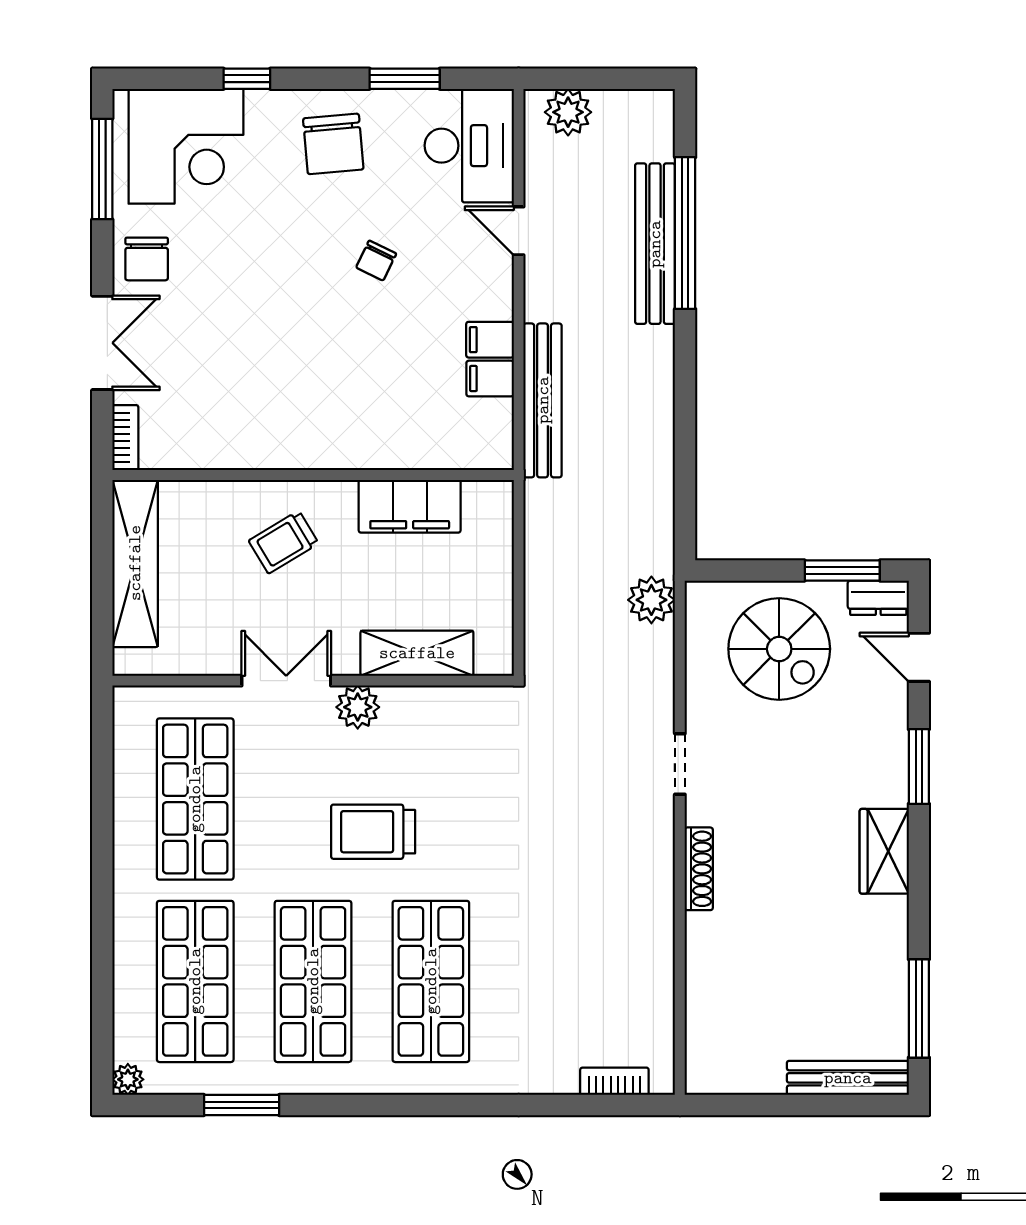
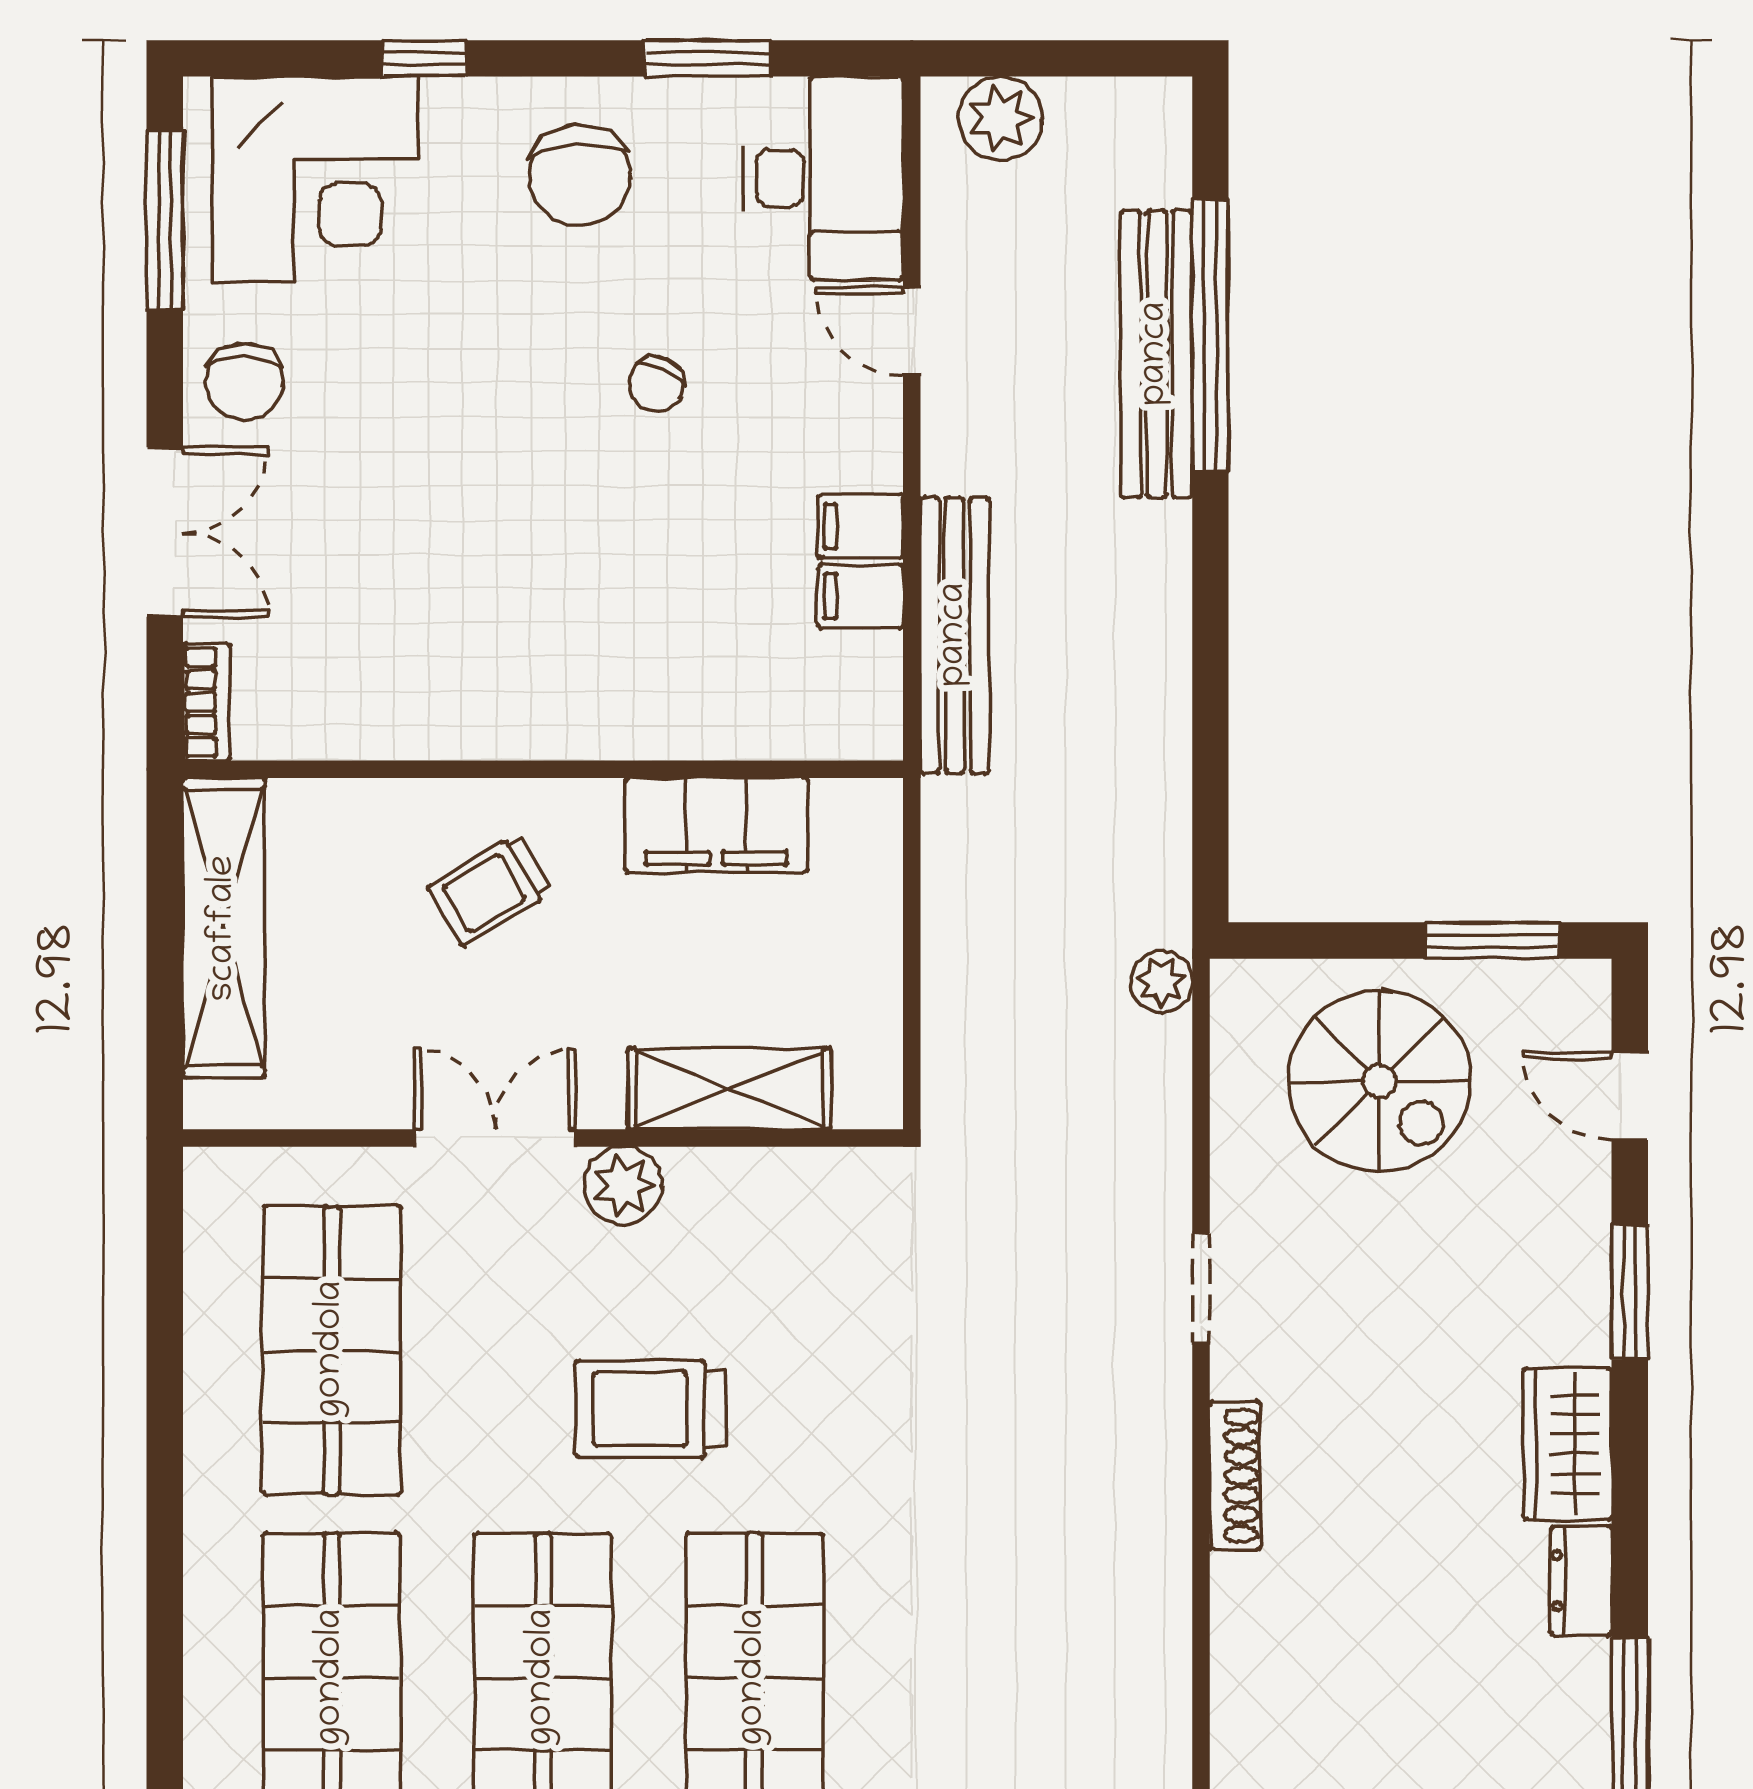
dresser: (878, 598) -> (1581, 1581), moved, turned 90
plant: (651, 600) -> (1162, 982), width x0.73, depth x0.73

